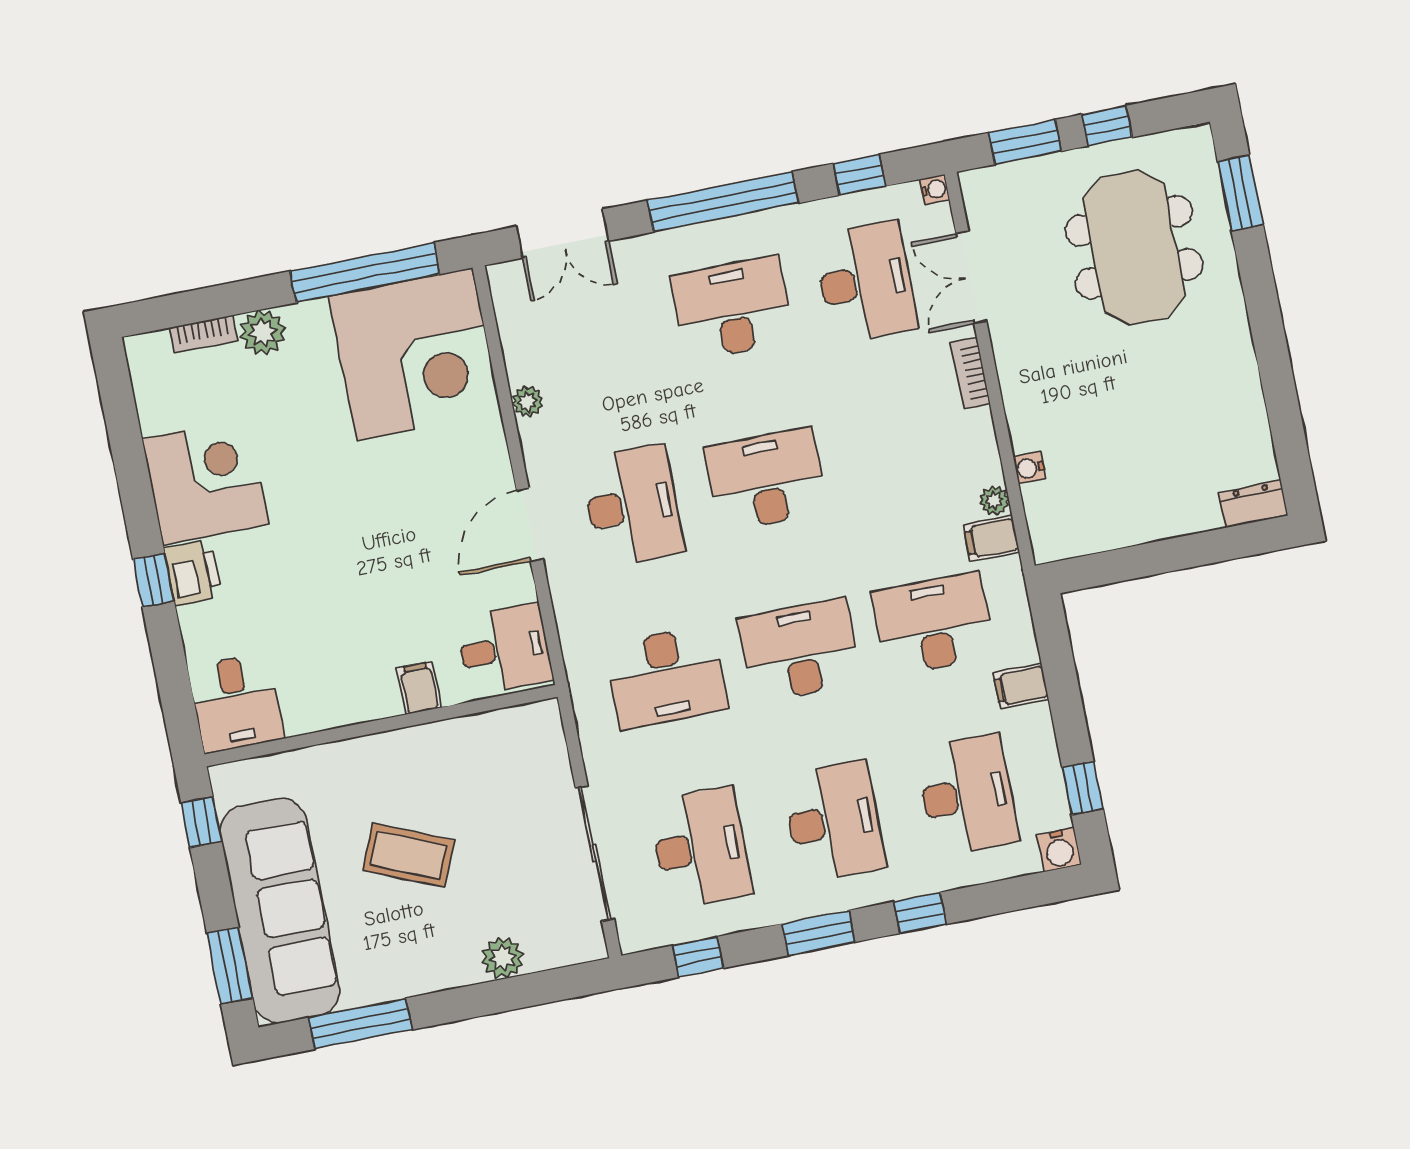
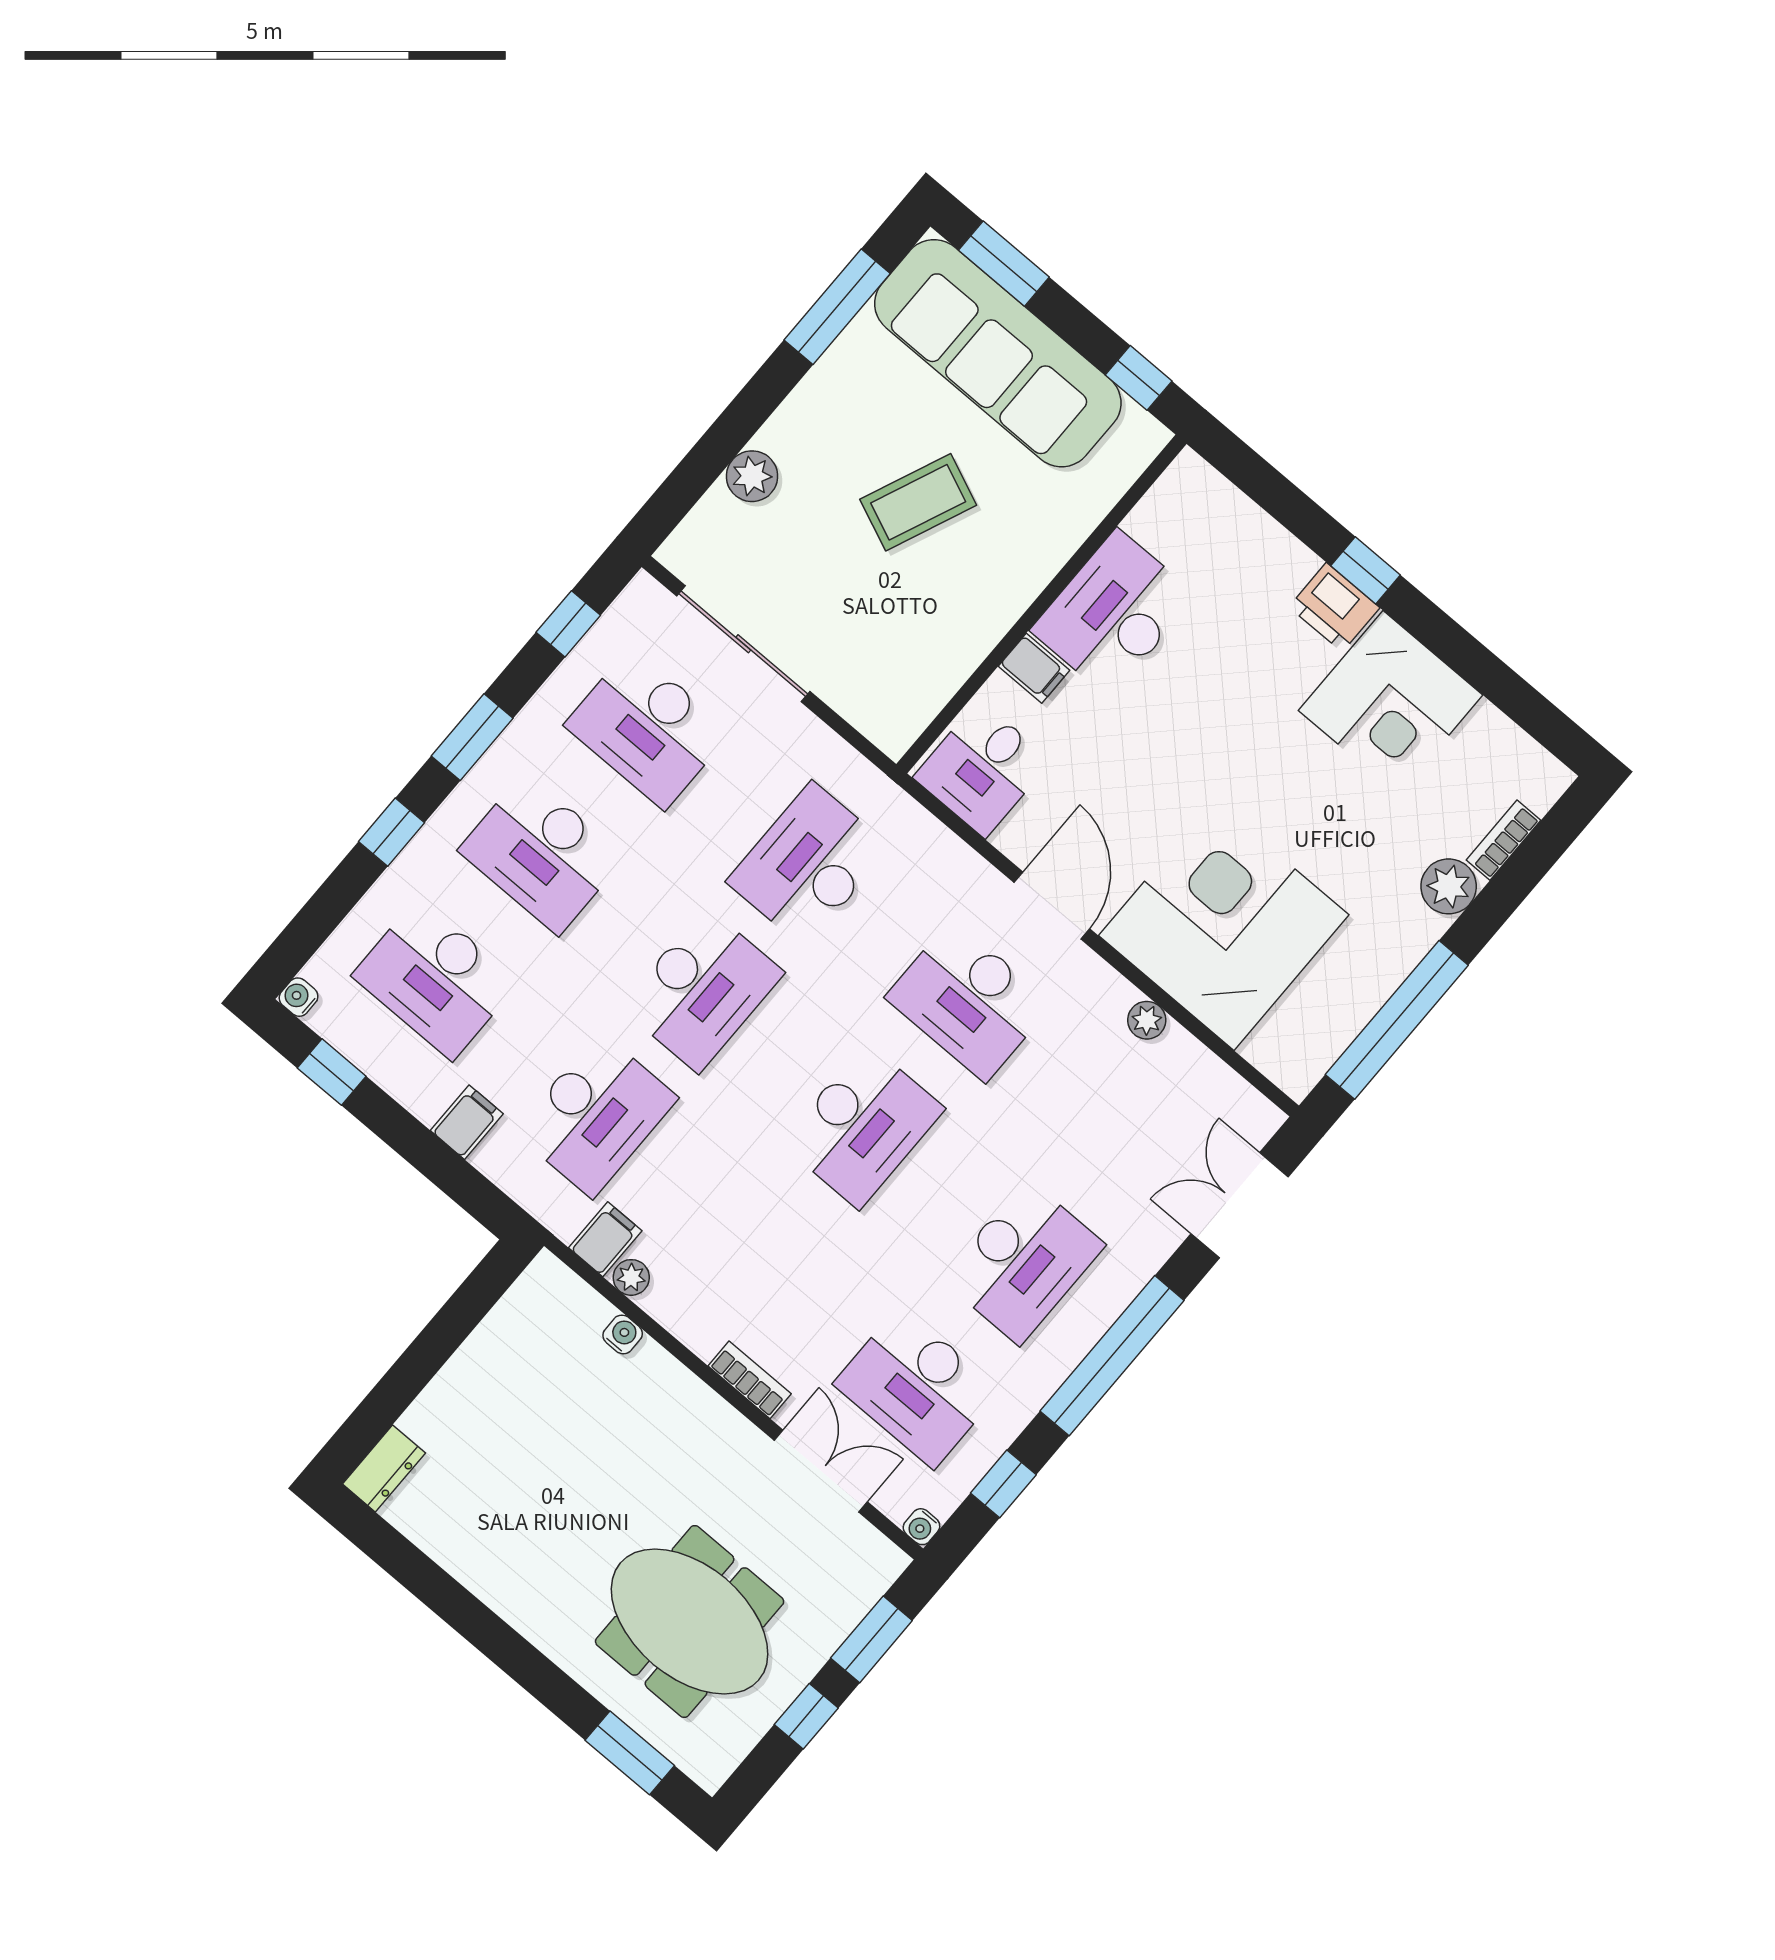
corner desk: (415, 354) -> (1224, 925), moved, turned 90
desk: (236, 703) -> (1113, 613), moved, width x1.37
water cooler: (1059, 850) -> (299, 997), width x0.72, depth x0.72

